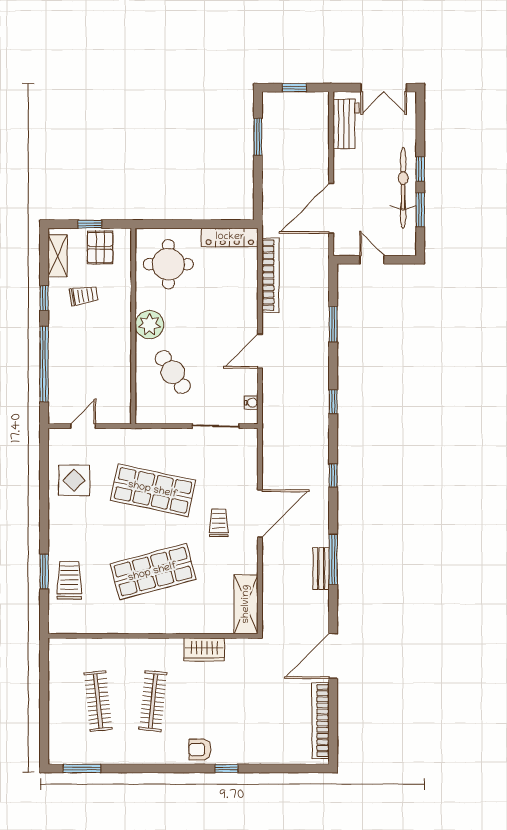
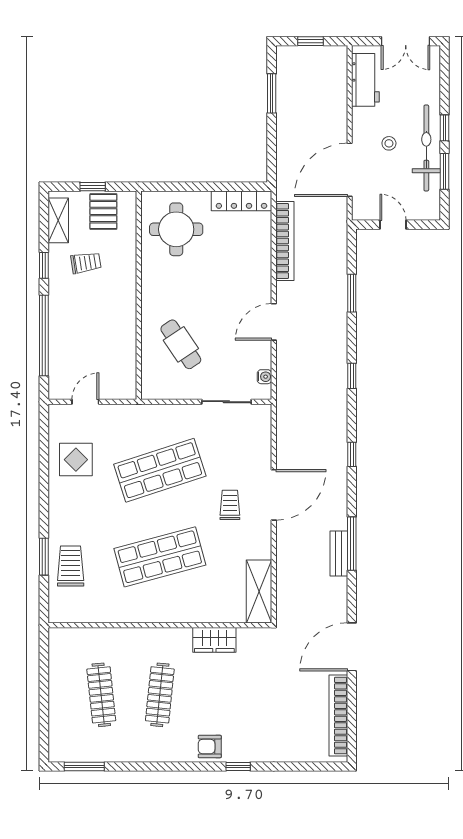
stool: (368, 184) -> (389, 143), added
plant: (149, 325) -> (156, 294), removed
shop shelf: (153, 490) -> (160, 470), turned -30

